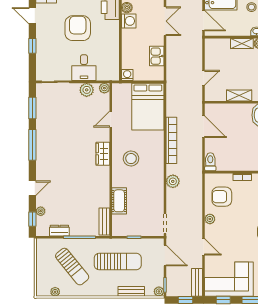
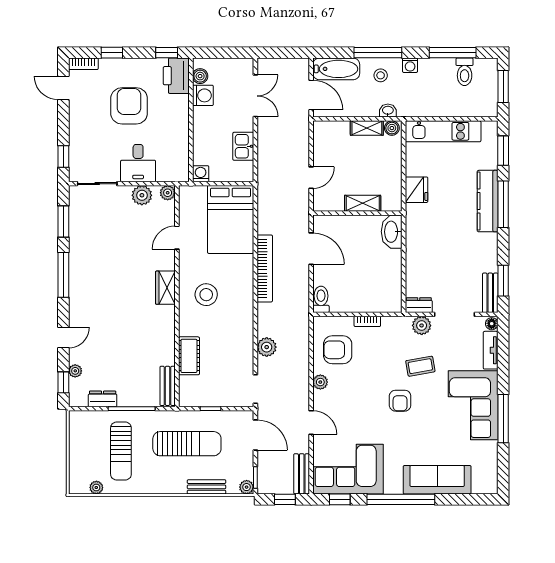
window: (32, 46) -> (63, 157), moved
plant: (173, 181) -> (267, 347), moved
sun lounger: (72, 267) -> (121, 451), turned 39

